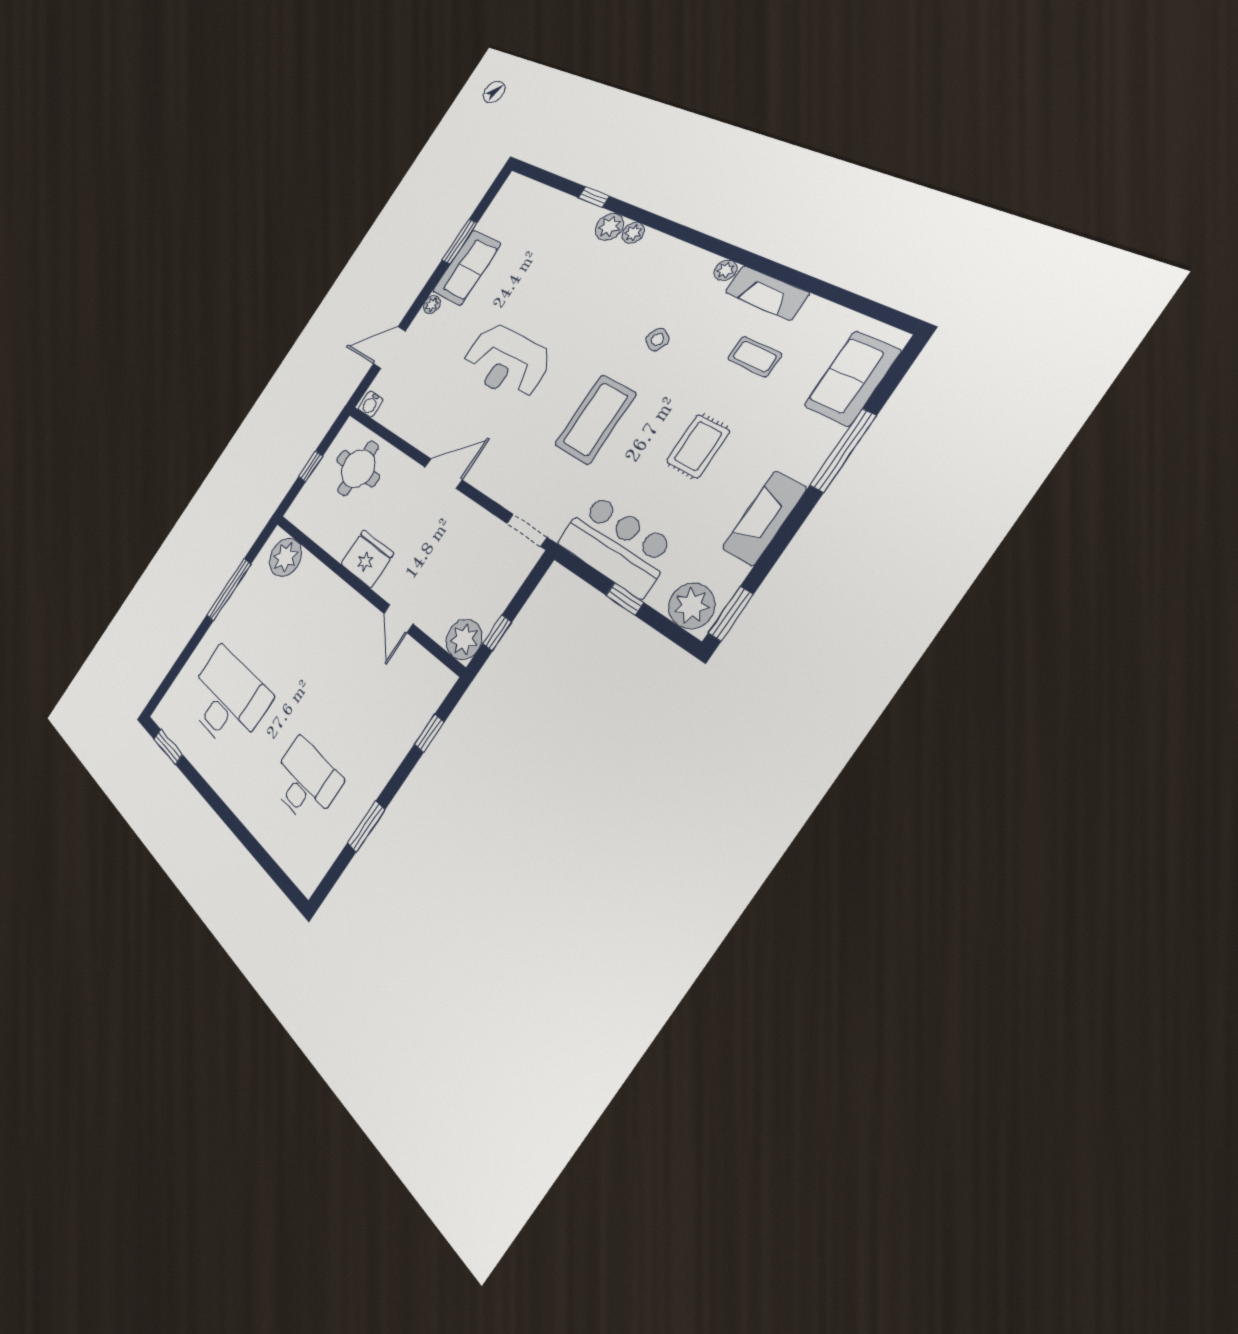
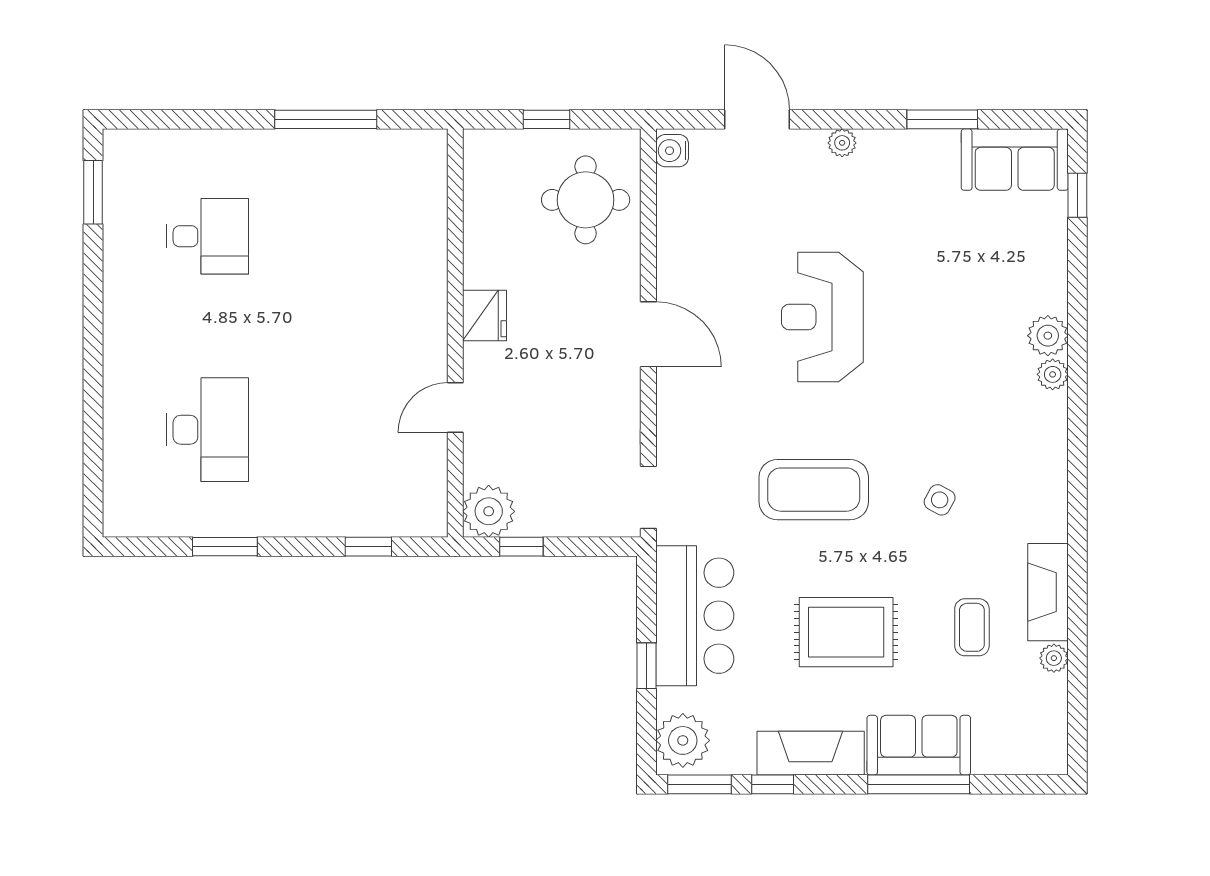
window: (594, 197) -> (1077, 195), moved
sofa: (466, 268) -> (1015, 160), moved
plant: (726, 270) -> (1054, 658), moved
sofa: (852, 378) -> (919, 745), moved
rug: (698, 446) -> (846, 632), width x1.36, depth x1.43
plant: (285, 557) -> (419, 178), removed
fridge: (367, 559) -> (484, 316), width x0.73, depth x0.75
window: (768, 560) -> (773, 784), added
desk: (227, 699) -> (208, 236), width x0.53, depth x0.77

